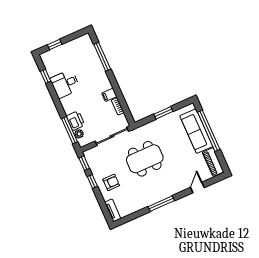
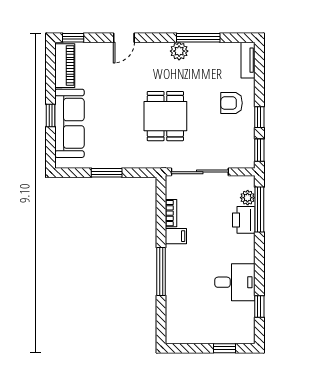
window: (102, 57) -> (161, 271), moved
window: (209, 131) -> (51, 115), width x0.32
dining table: (145, 159) -> (165, 116), width x0.73
window: (215, 180) -> (73, 38), added
door: (197, 188) -> (124, 38), moved
plant: (153, 198) -> (179, 51), added
window: (161, 204) -> (198, 38), moved

